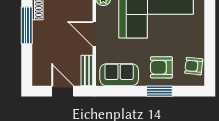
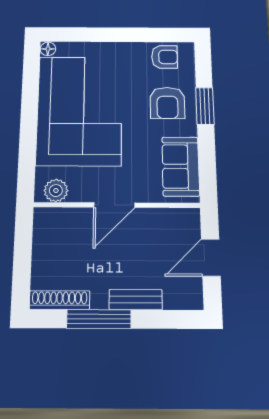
armchair: (194, 66) -> (164, 57), turned -96
bench: (87, 70) -> (136, 300), moved

